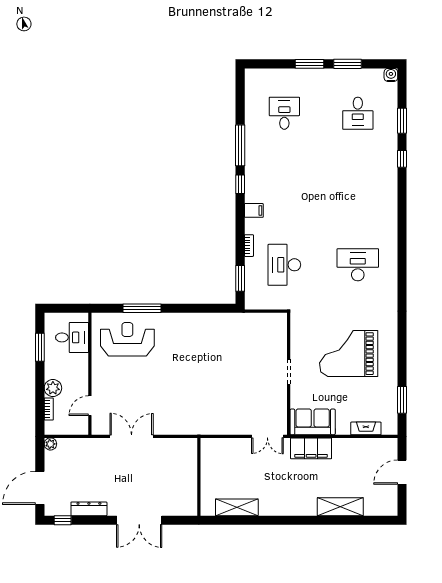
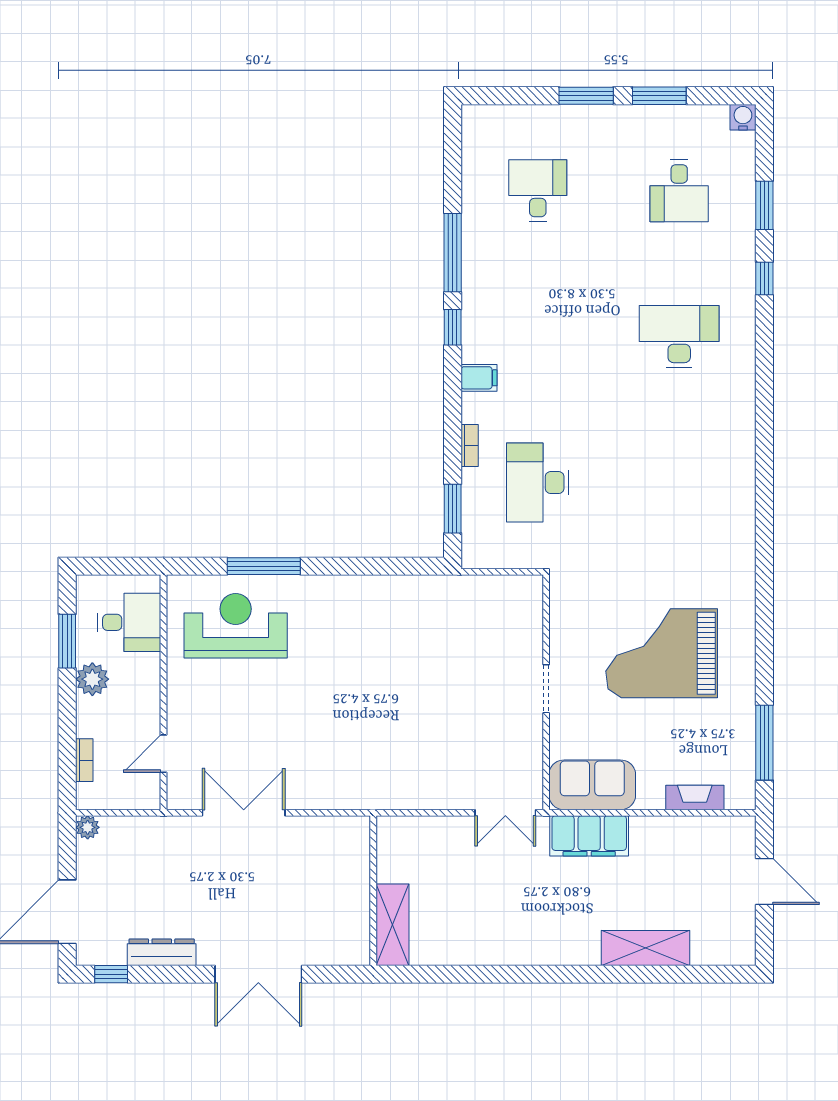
desk: (358, 265) -> (679, 337), moved
plant: (53, 388) -> (92, 679), moved
window: (402, 400) -> (764, 743), width x1.44
door: (402, 472) -> (764, 881), swing flipped
shelving: (237, 507) -> (392, 925), moved, turned 90

